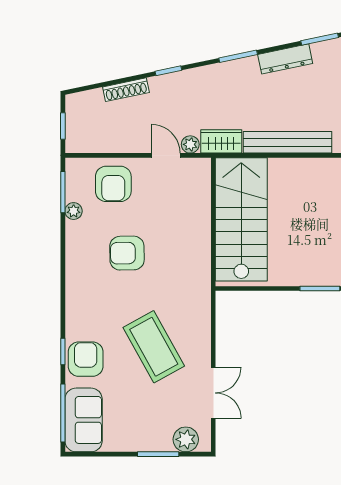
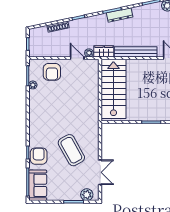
dresser: (285, 59) -> (120, 15), moved
armchair: (127, 253) -> (59, 105), removed

